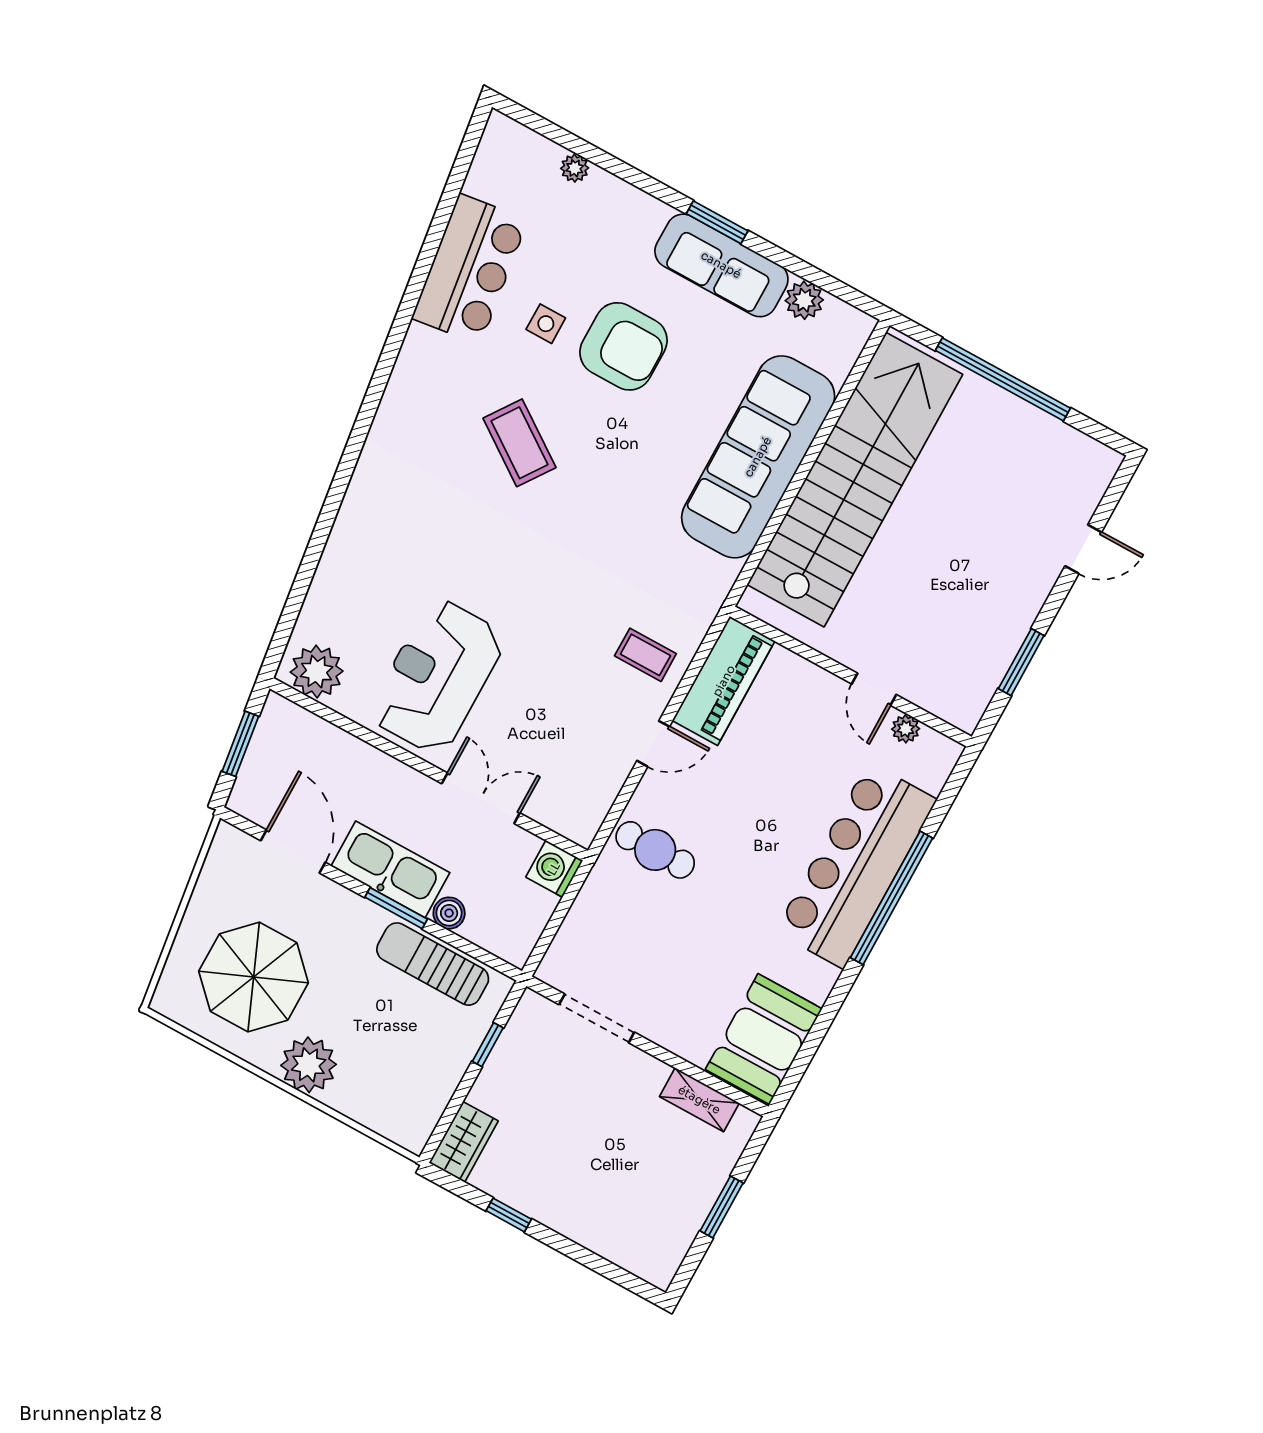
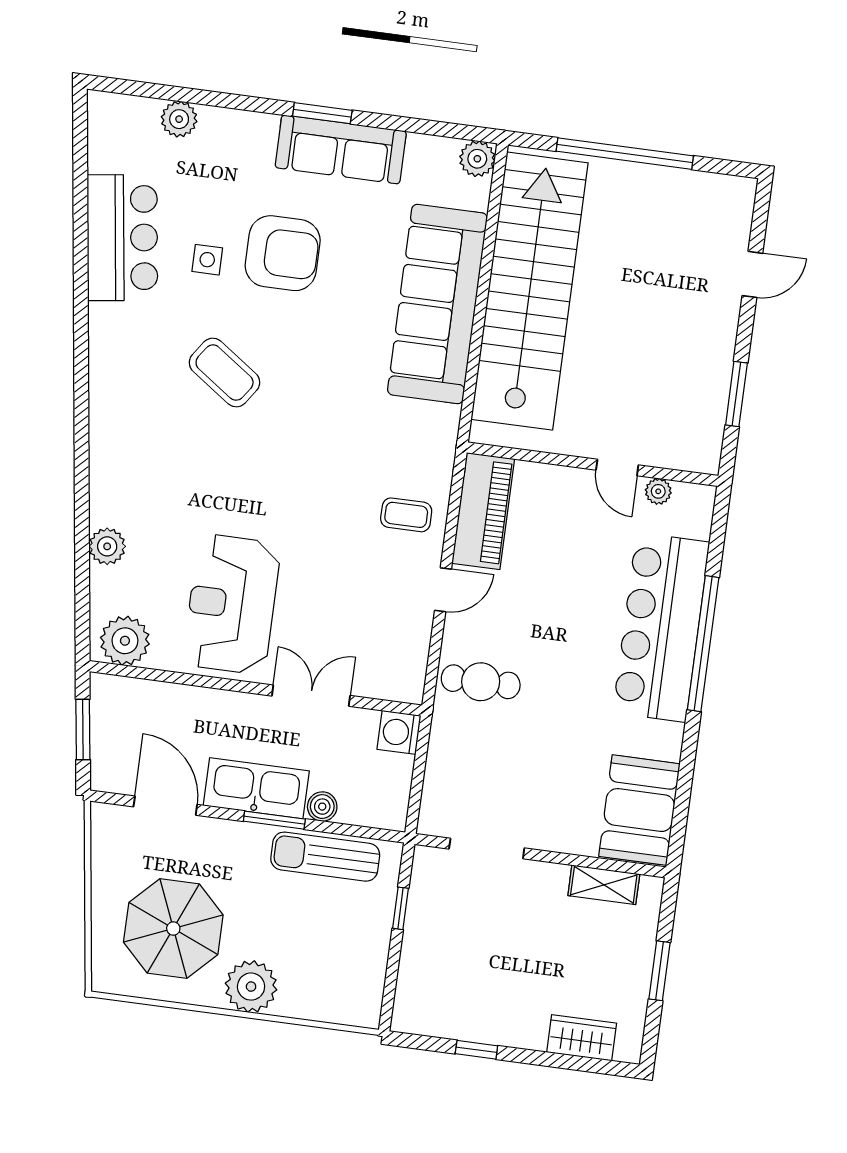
plant: (575, 168) -> (179, 119), width x1.38, depth x1.38
plant: (804, 300) -> (477, 159), moved
plant: (335, 571) -> (107, 546), added
wardrobe: (464, 1142) -> (582, 1038), moved, turned -90

